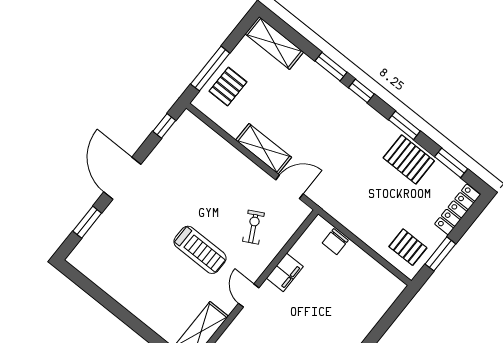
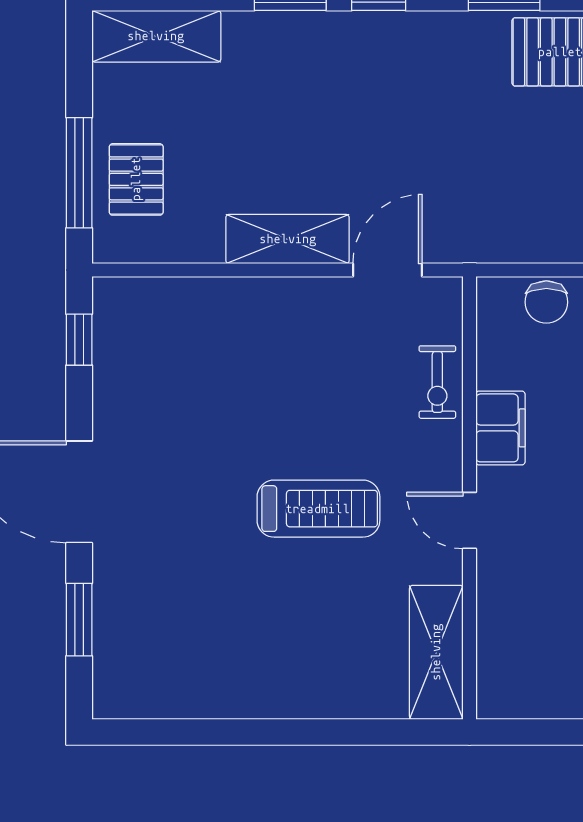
exercise bike: (253, 227) -> (437, 382), moved, turned -152

